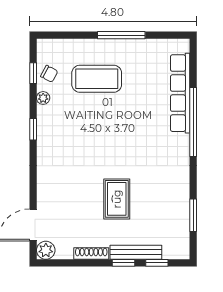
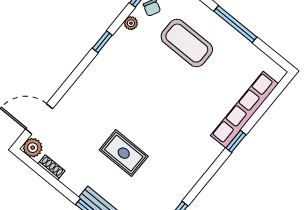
window: (193, 122) -> (236, 141), width x0.32
rug: (117, 199) -> (124, 153), turned 90
shoe rack: (91, 254) -> (51, 167), moved, width x0.70

